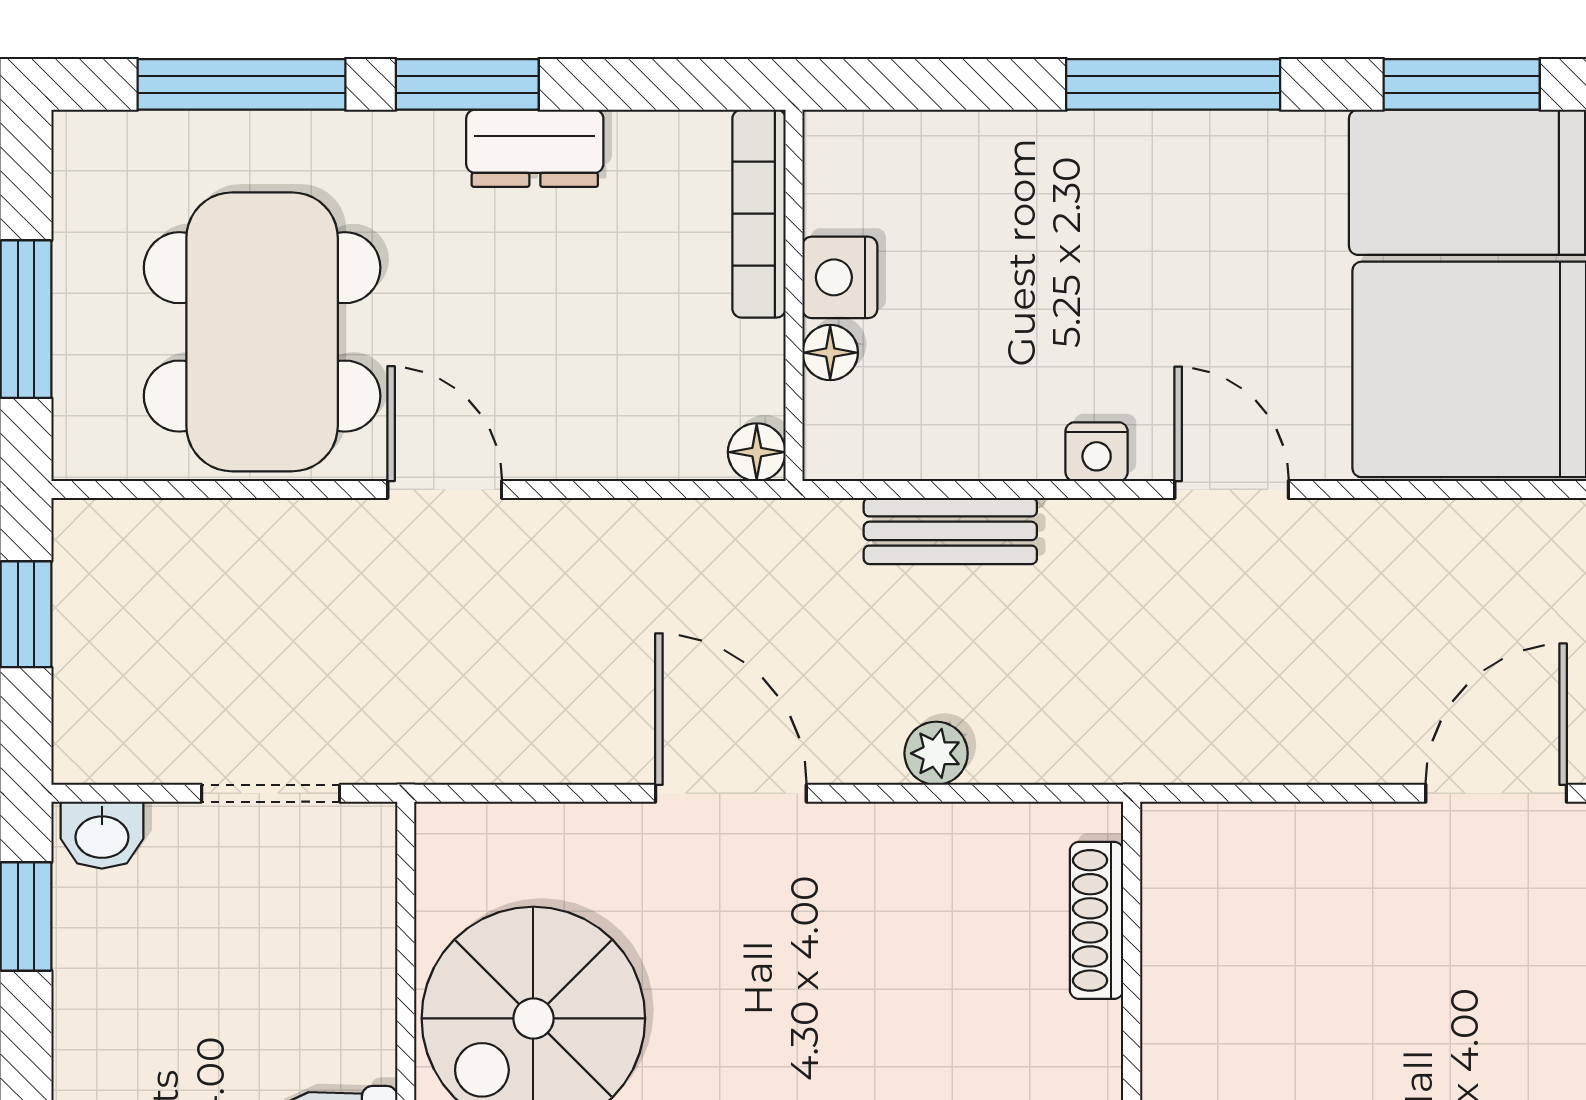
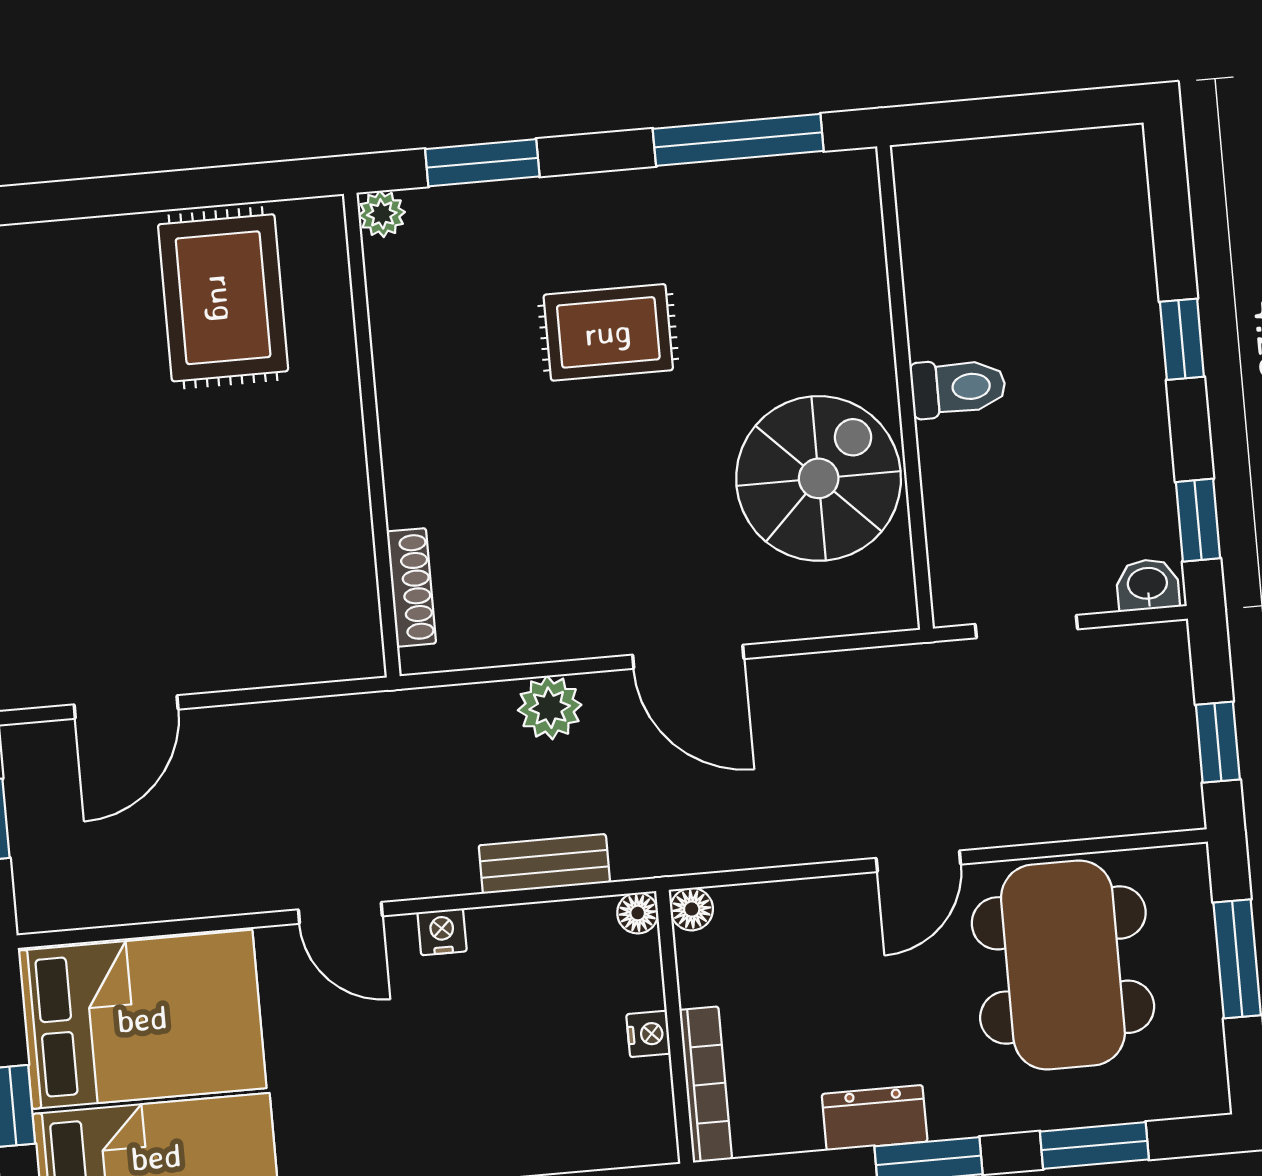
window: (241, 84) -> (1094, 1146), width x0.69
nightstand: (840, 277) -> (648, 1034), width x0.72, depth x0.74
floor lamp: (830, 353) -> (638, 913), moved
door: (445, 489) -> (918, 861), hinge flipped
plant: (936, 753) -> (550, 708), width x1.38, depth x1.38

